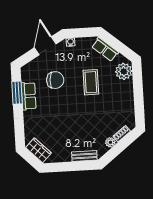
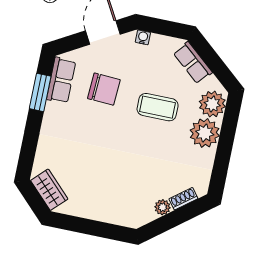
coffee table: (91, 82) -> (158, 107), turned 90
plant: (124, 90) -> (205, 133), added
row of seats: (29, 96) -> (61, 80), moved
bench: (84, 156) -> (117, 217), removed

